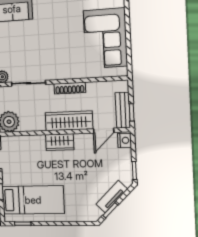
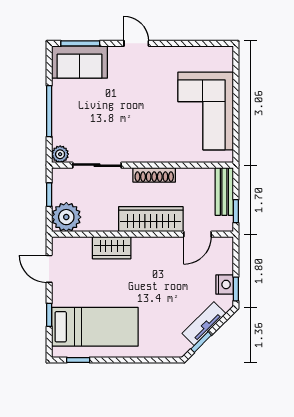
bench: (123, 110) -> (224, 191), moved
nightstand: (124, 140) -> (225, 284), moved
wardrobe: (60, 142) -> (112, 248), moved

